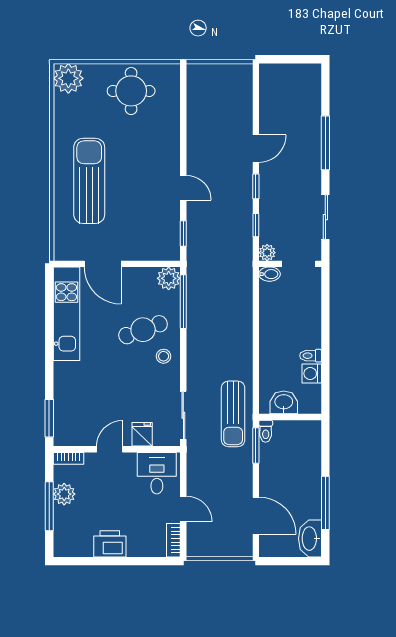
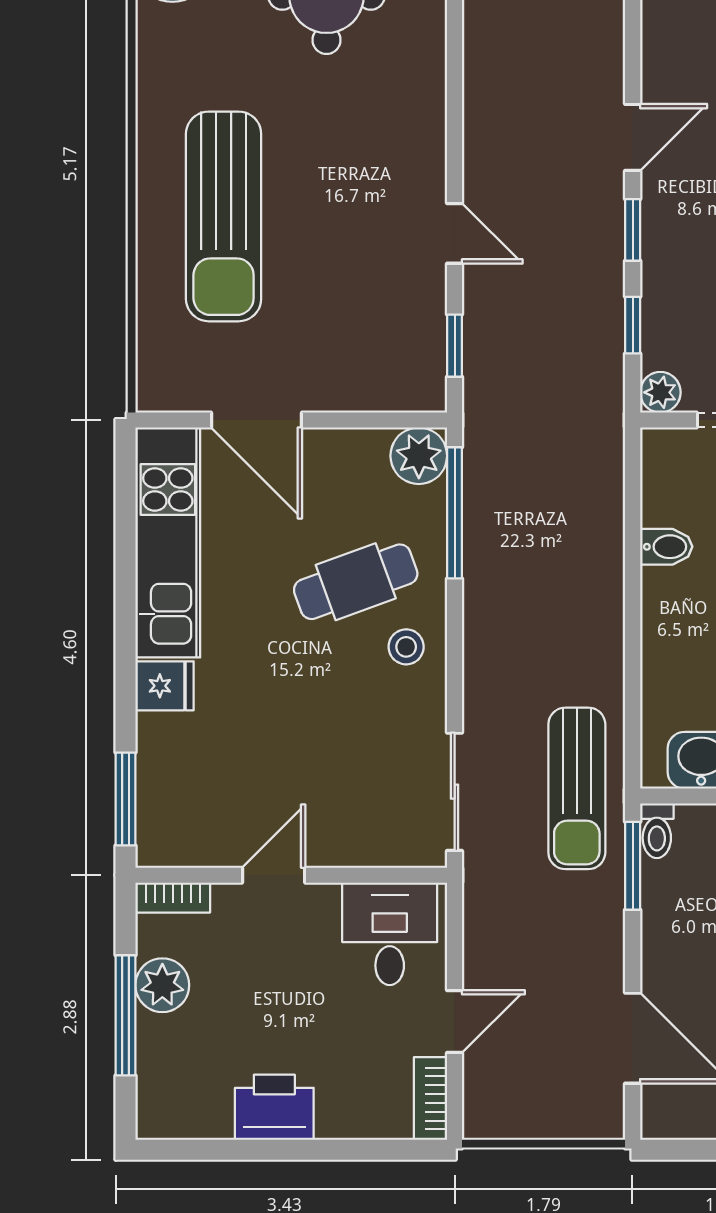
sun lounger: (89, 181) -> (224, 216), turned 180
bidet: (270, 274) -> (666, 547), moved
fridge: (142, 434) -> (165, 686), moved, turned 90
door: (183, 509) -> (455, 1021), hinge flipped

